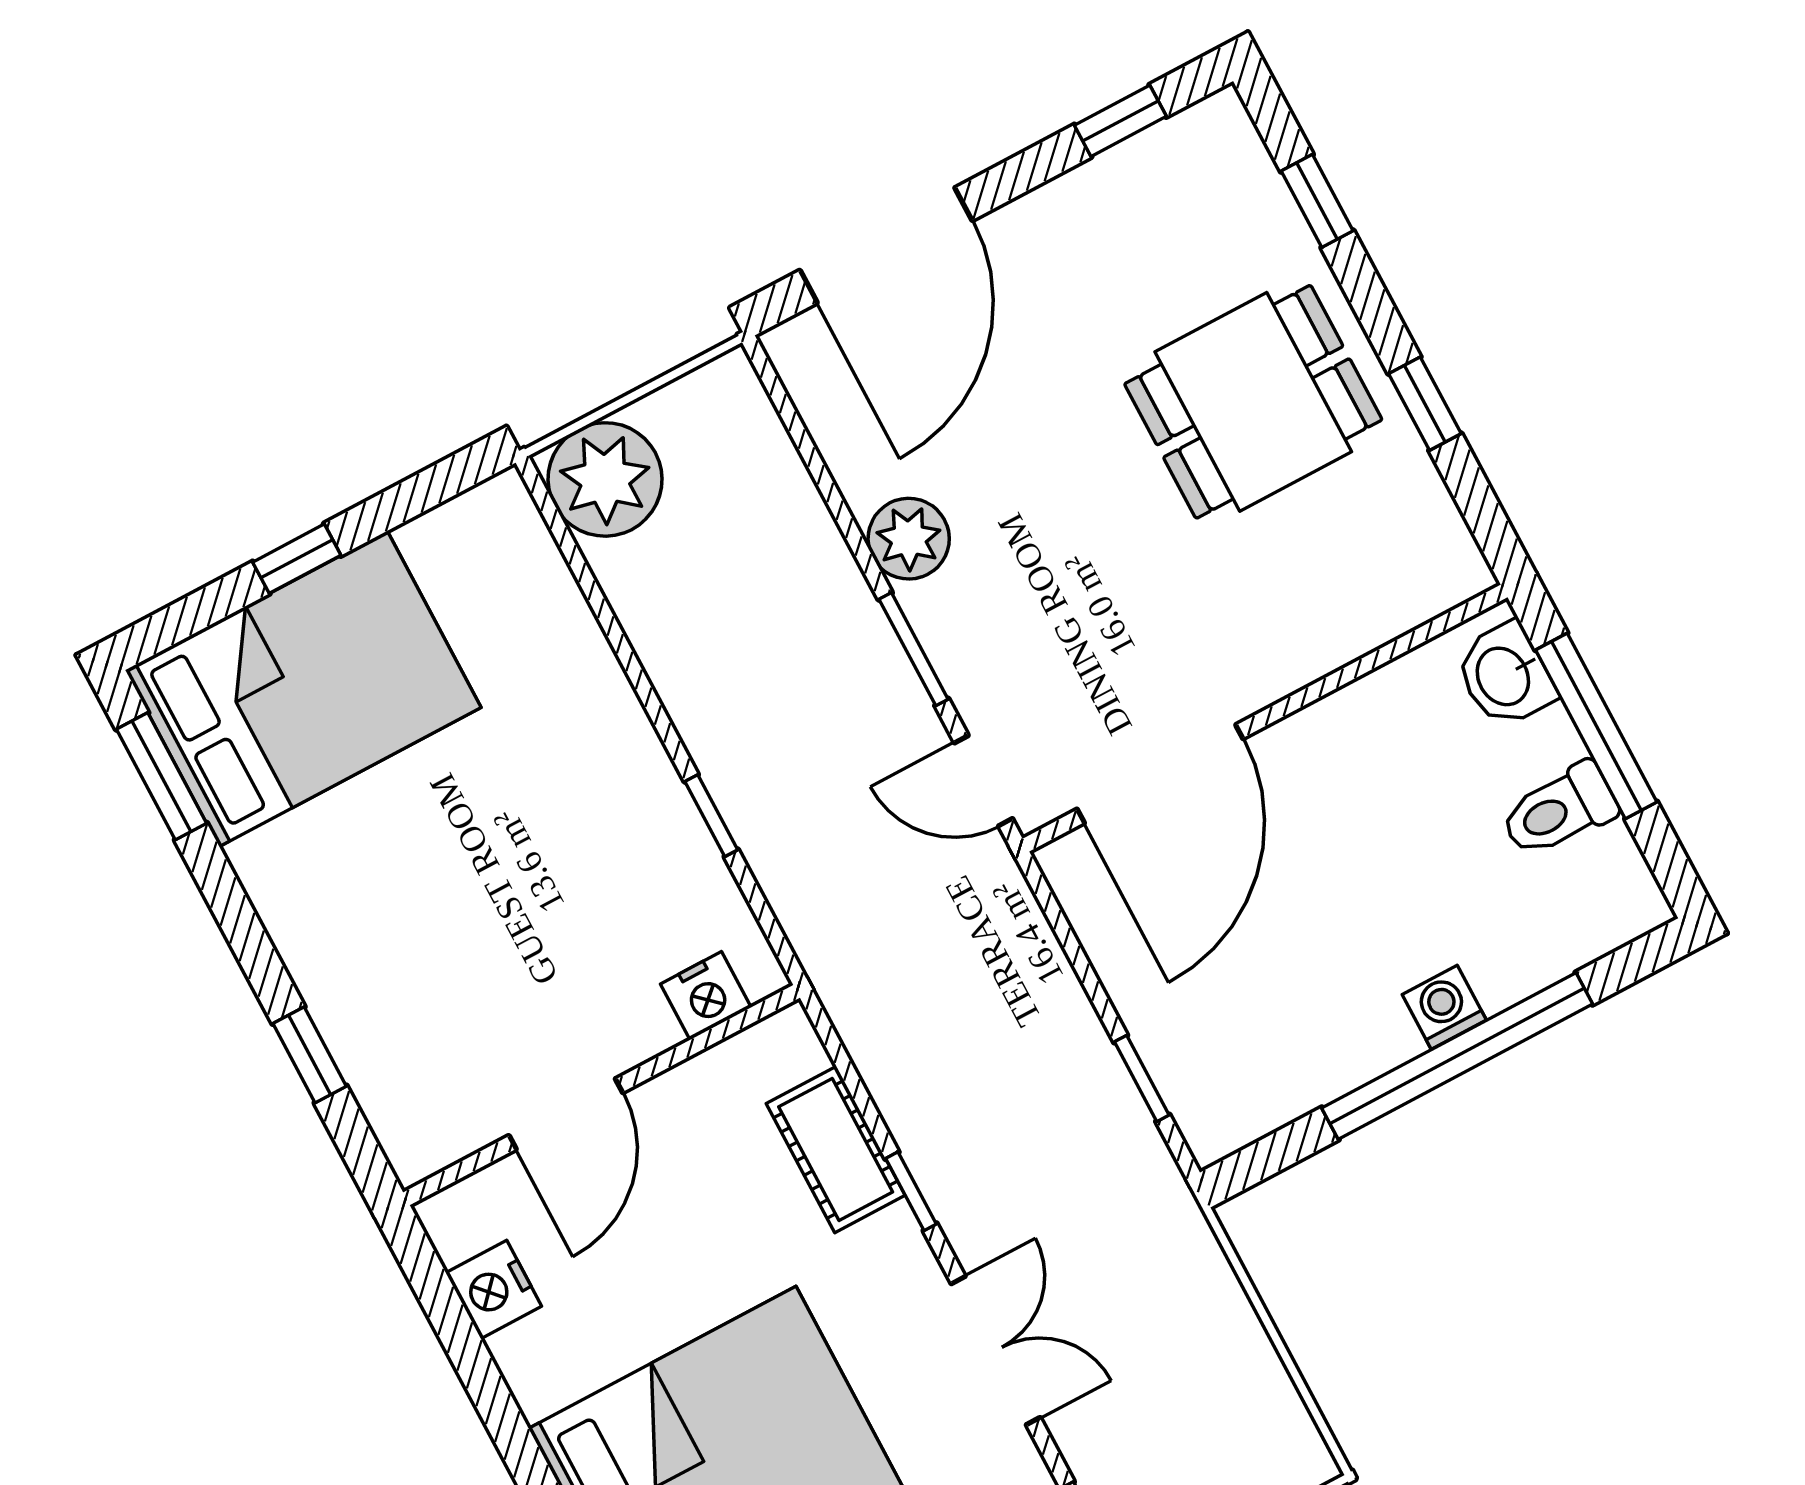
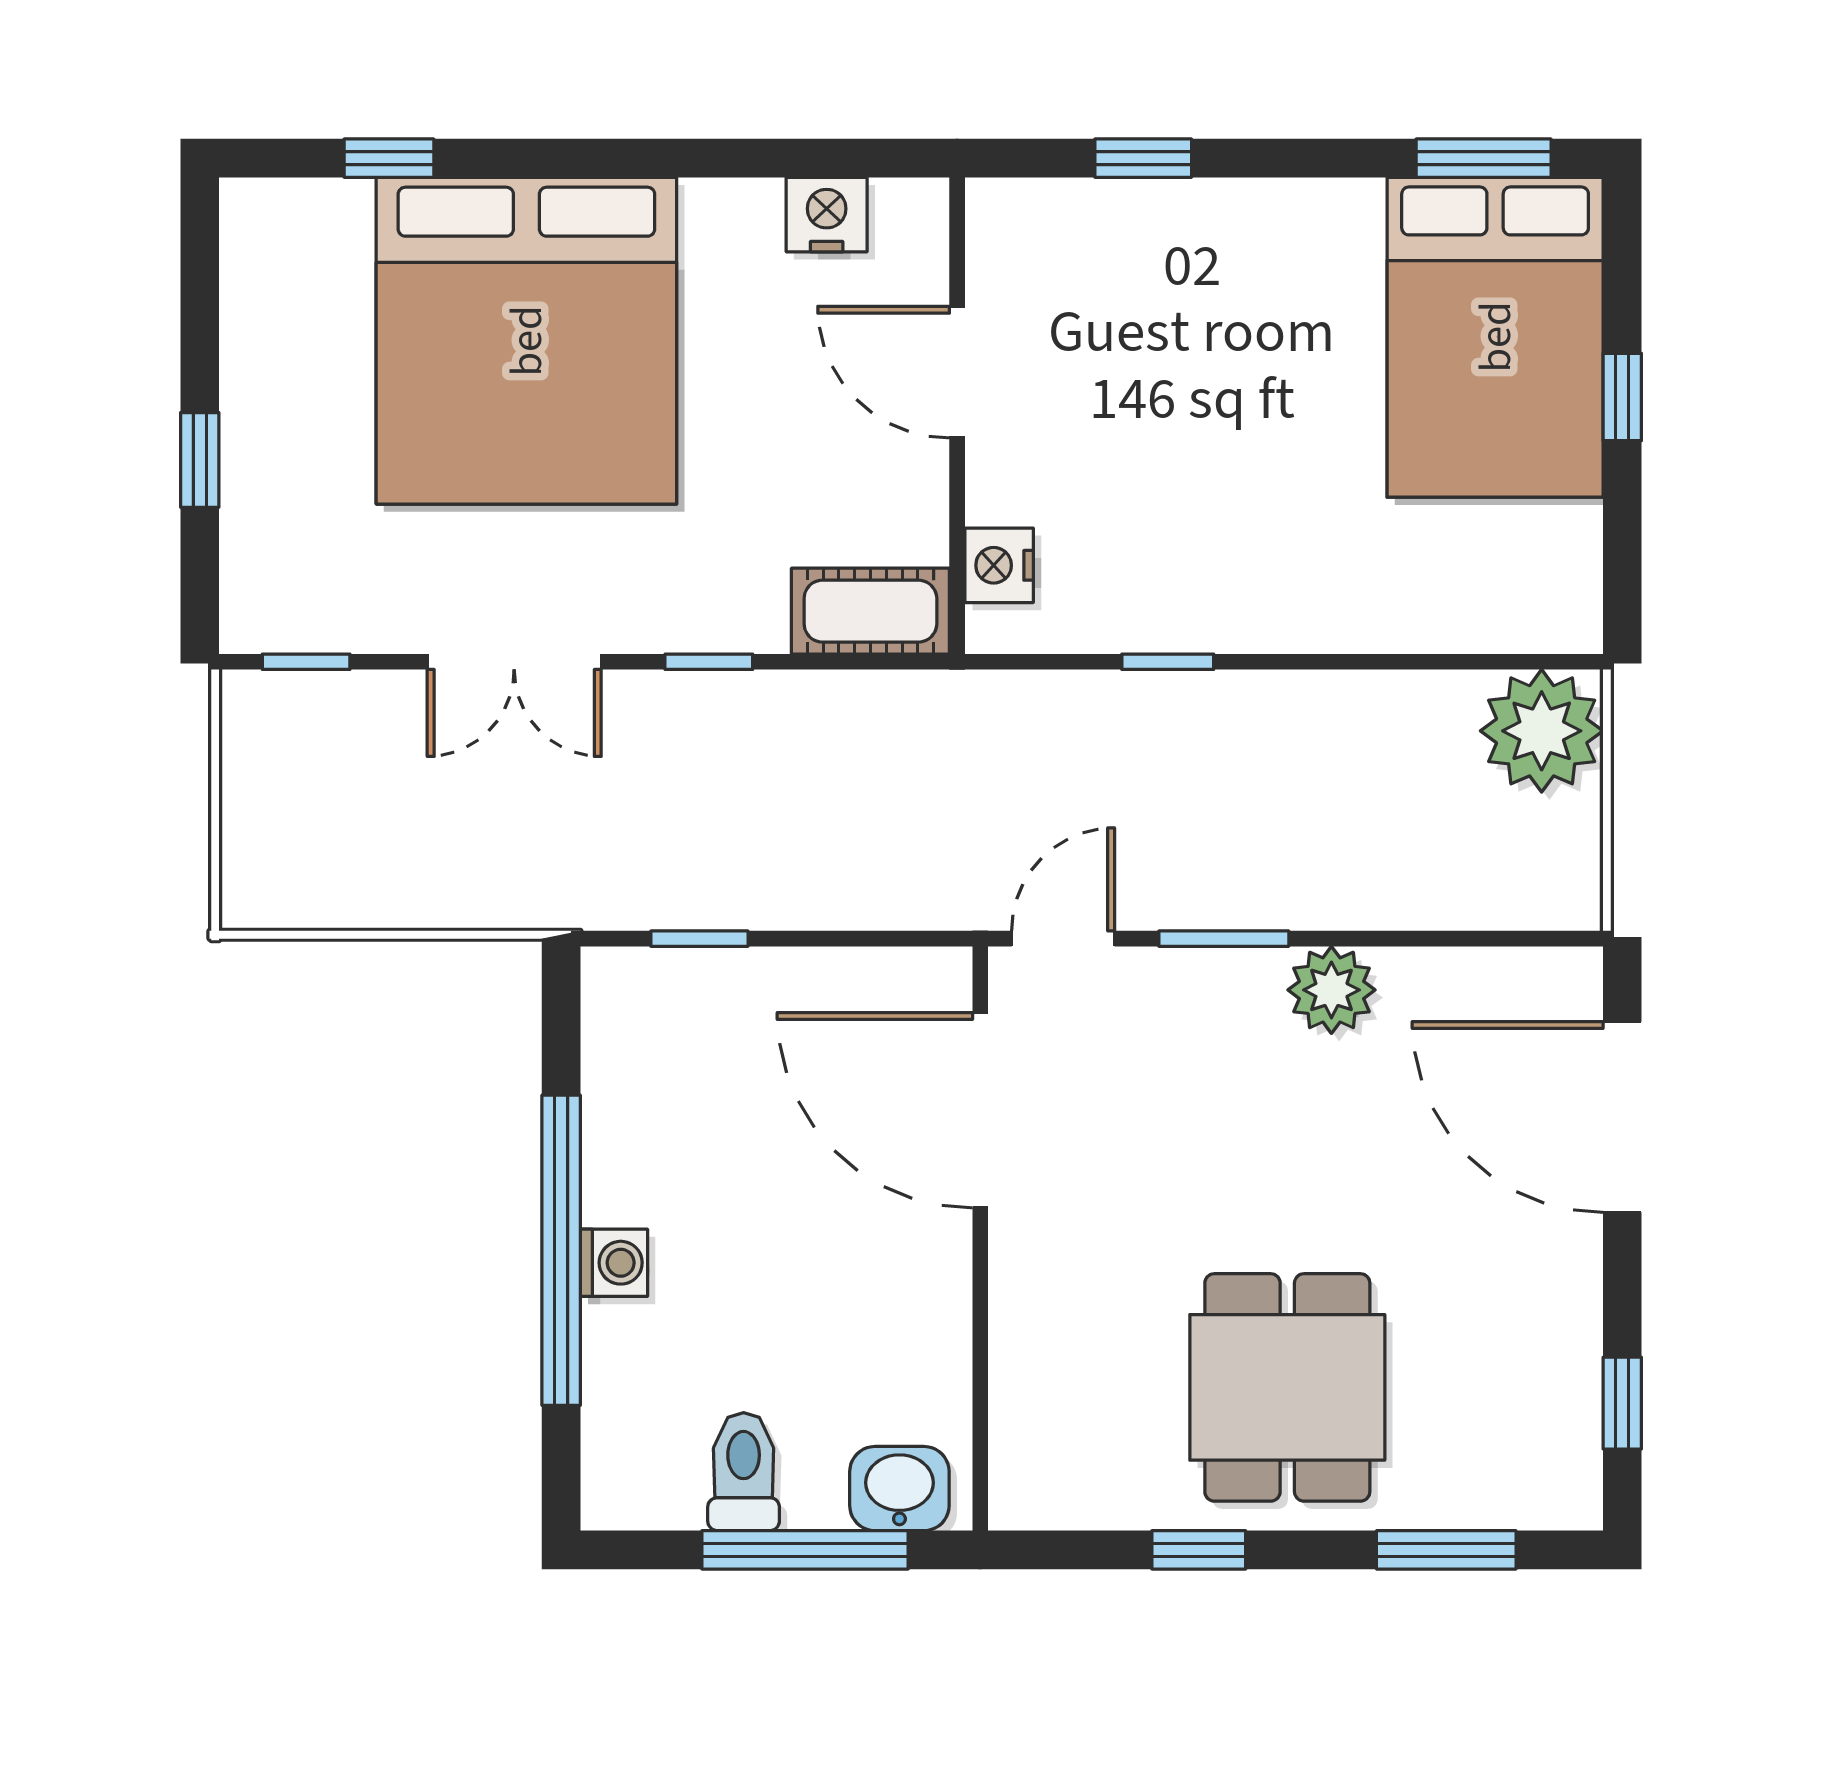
window: (1317, 201) -> (1446, 1550), width x1.50
cot: (836, 1149) -> (870, 611), moved

